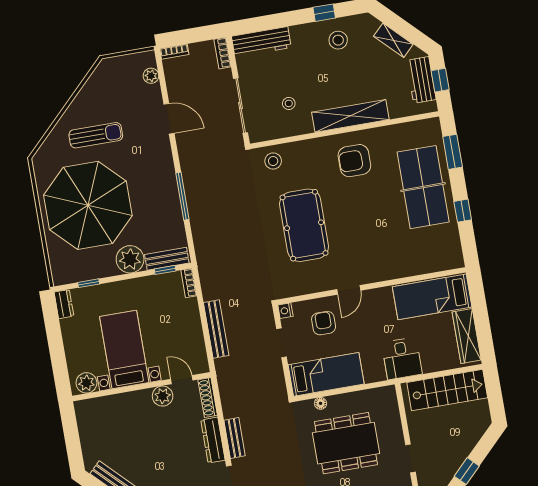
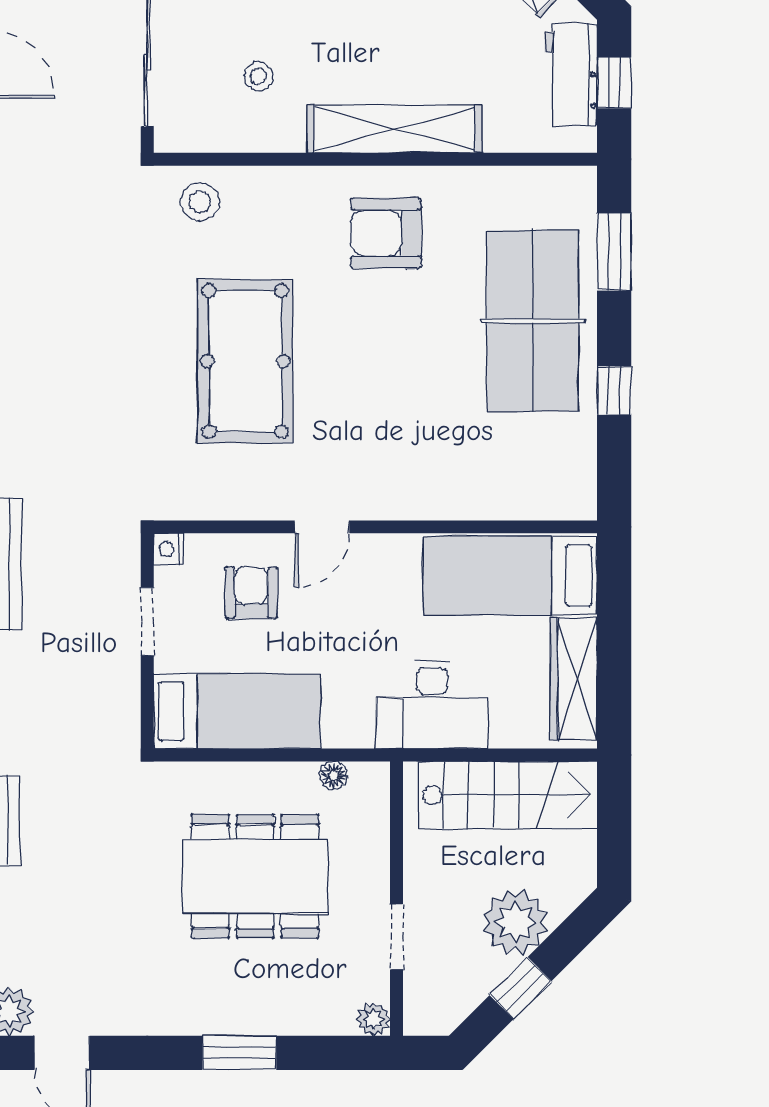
desk: (402, 358) -> (432, 705), width x1.37
floor lamp: (321, 403) -> (333, 775), moved
plant: (460, 444) -> (515, 922), added

